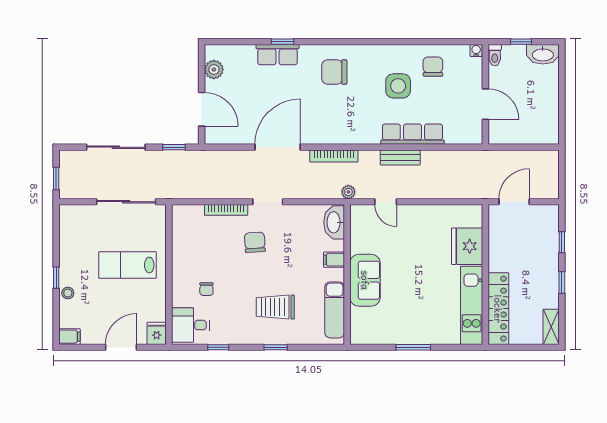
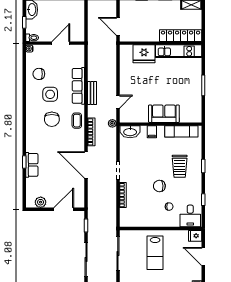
chair: (334, 72) -> (52, 119), moved
coffee table: (353, 131) -> (77, 121), added
chair: (255, 242) -> (159, 186), moved

